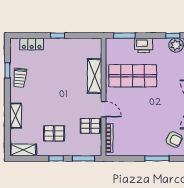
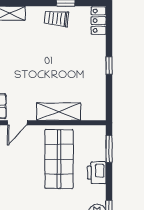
locker: (32, 44) -> (99, 21), moved

